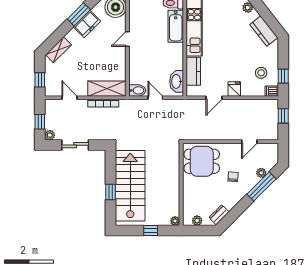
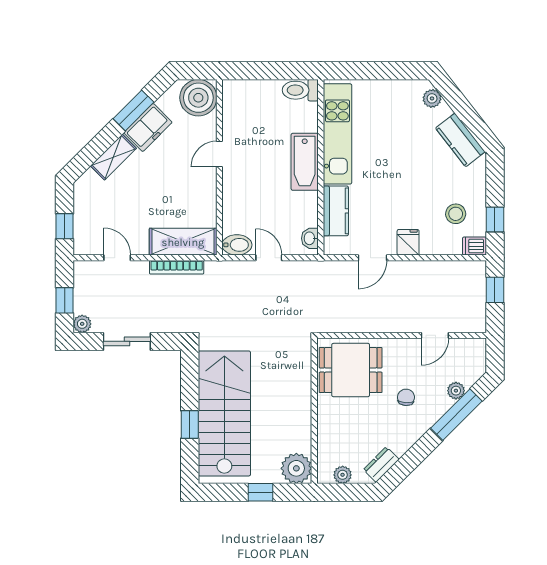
bathtub: (176, 26) -> (305, 162), moved
shelving: (58, 50) -> (113, 157), moved
washbasin: (177, 81) -> (310, 238), width x0.52, depth x0.69
plant: (175, 221) -> (296, 468), width x1.87, depth x1.87

